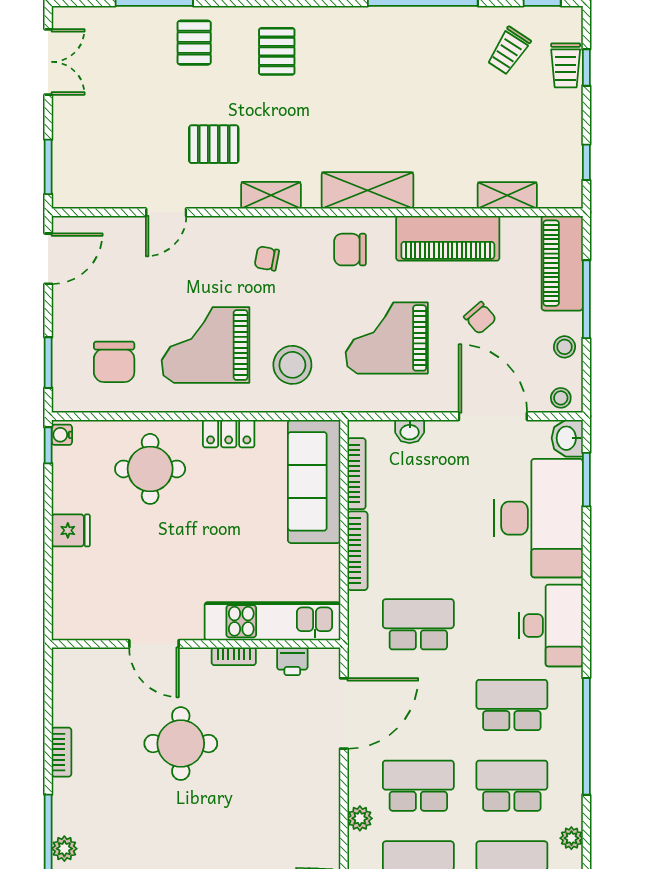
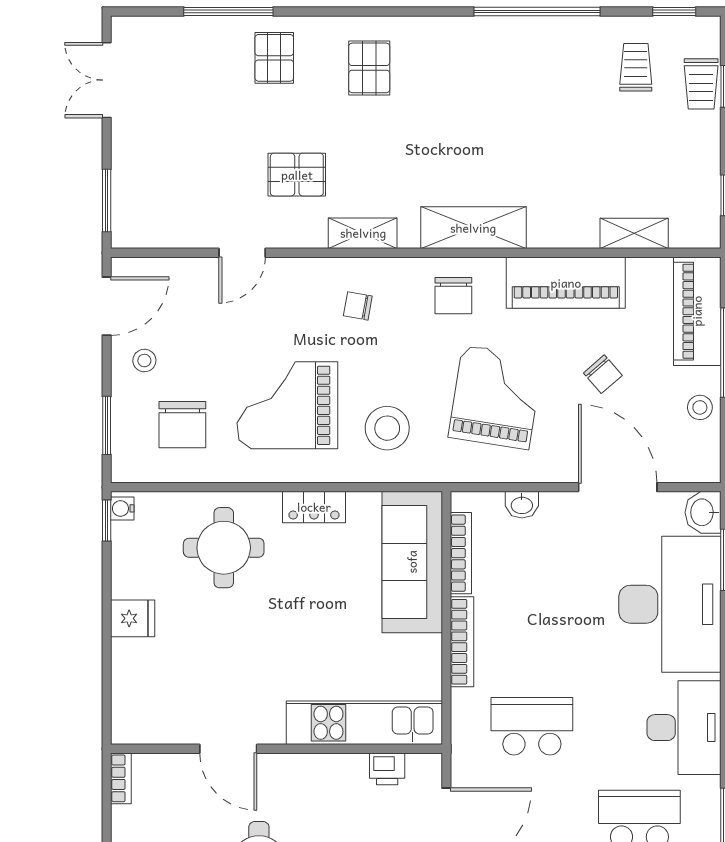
trolley: (509, 51) -> (636, 67), turned 147
double door: (48, 62) -> (107, 80), swing flipped
chair: (350, 250) -> (453, 296), turned -90
grand piano: (387, 338) -> (496, 397), turned 99
stool: (561, 398) -> (144, 361), moved
bookcase: (234, 656) -> (121, 778), moved, turned -90

